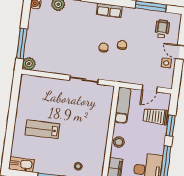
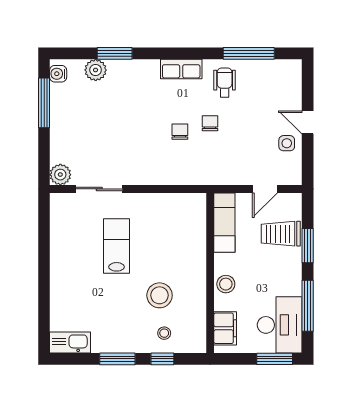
wheelchair: (162, 29) -> (225, 82), moved
window: (22, 43) -> (44, 103), moved
sliding door: (84, 80) -> (99, 189), moved
lab bench: (42, 129) -> (117, 246), moved, turned 90
stool: (78, 143) -> (160, 295), added

